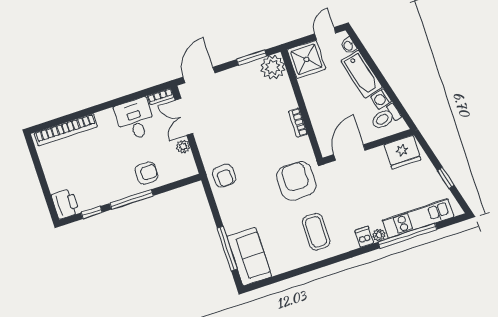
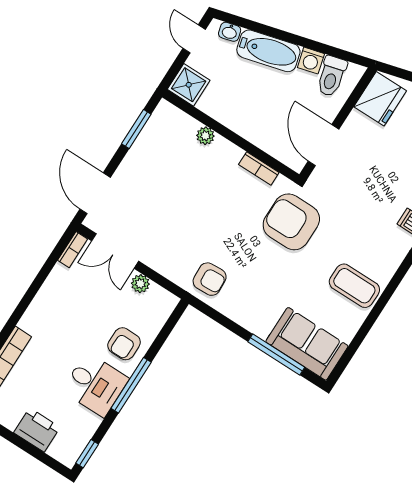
shower: (306, 59) -> (189, 85), width x0.73, depth x0.73
plant: (273, 67) -> (205, 136), moved, width x0.53, depth x0.53
desk: (135, 119) -> (95, 385), moved, turned 180
bookcase: (298, 123) -> (259, 168), moved
armchair: (146, 173) -> (124, 344), turned 180
printer: (65, 204) -> (37, 430), moved
window: (92, 213) -> (87, 454), moved
coffee table: (316, 232) -> (354, 286), moved

